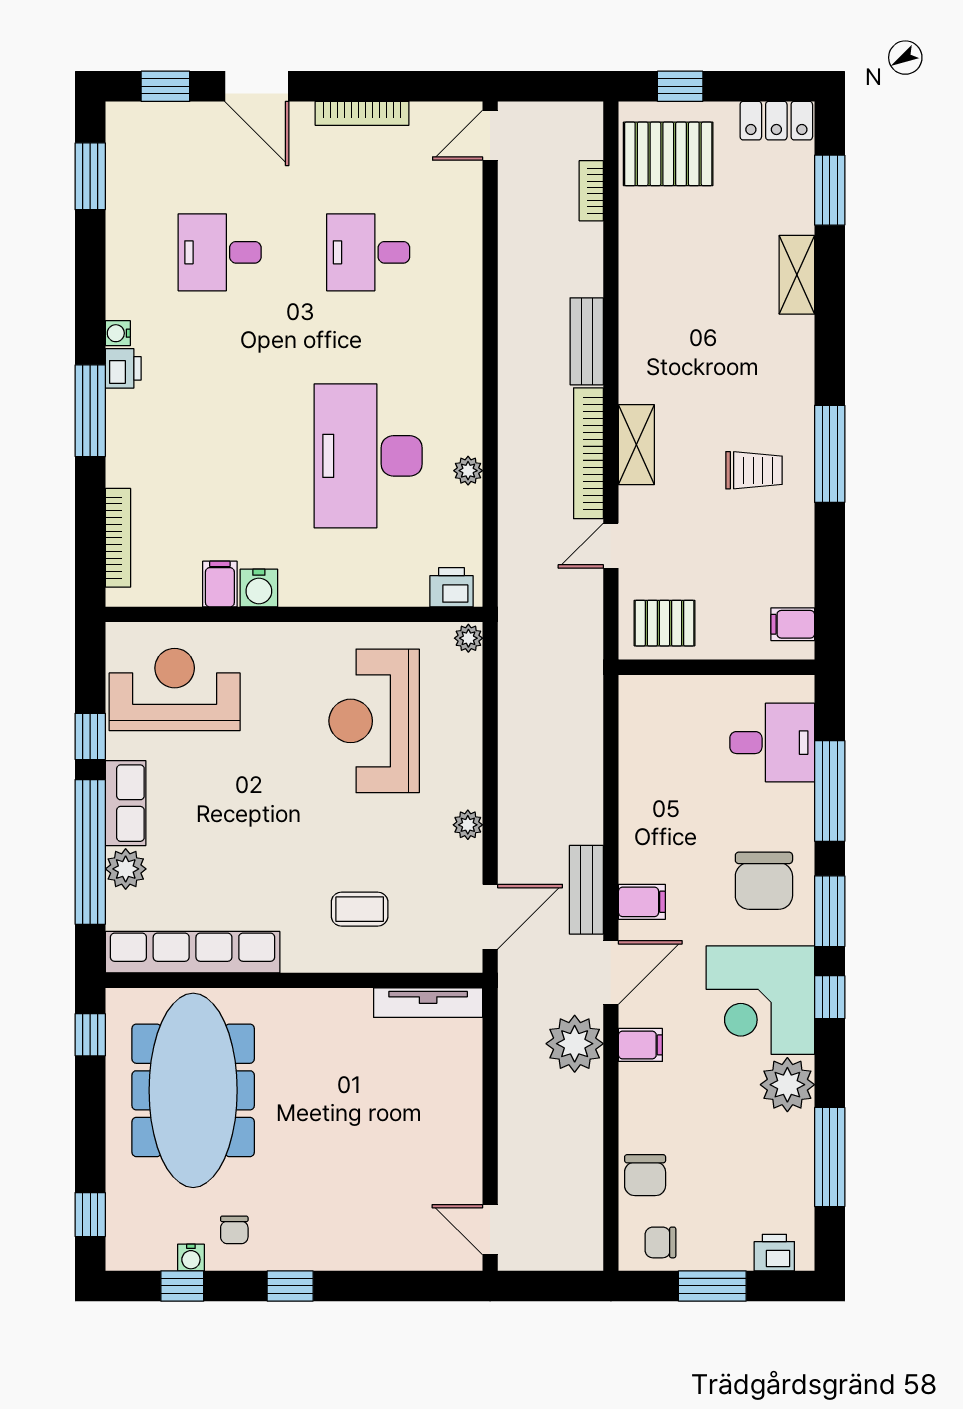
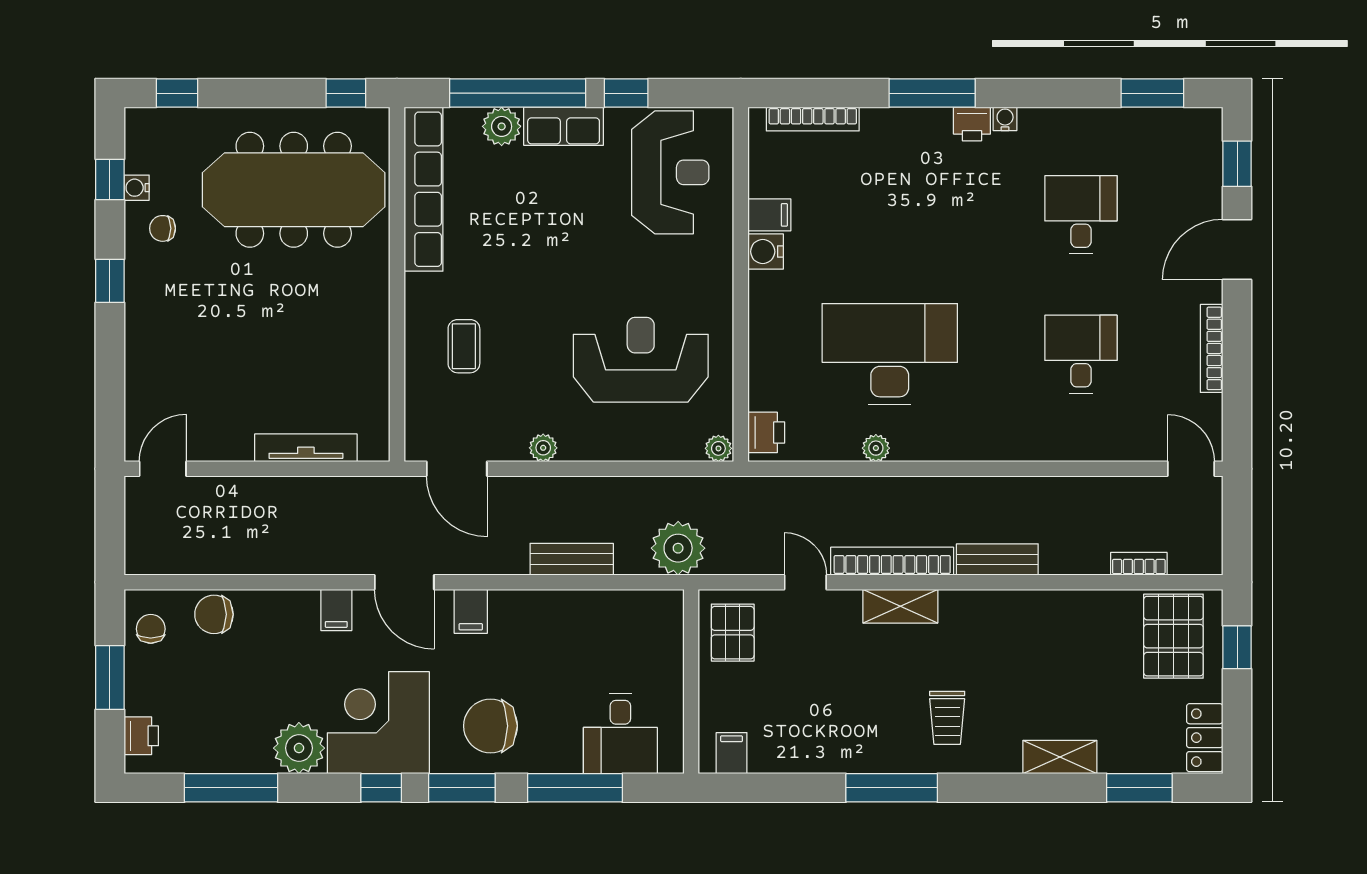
trolley: (754, 470) -> (947, 718), moved
bench: (586, 890) -> (572, 559), moved
tv unit: (428, 1003) -> (306, 448), moved, turned 90
plant: (575, 1044) -> (678, 548), moved

